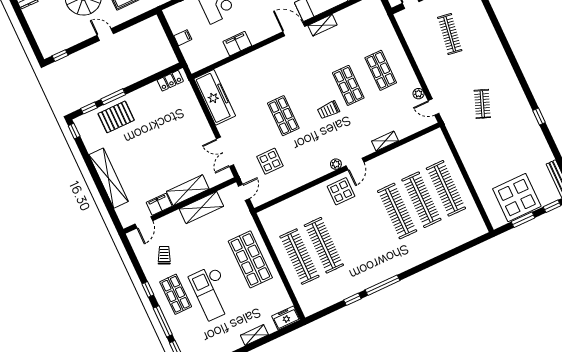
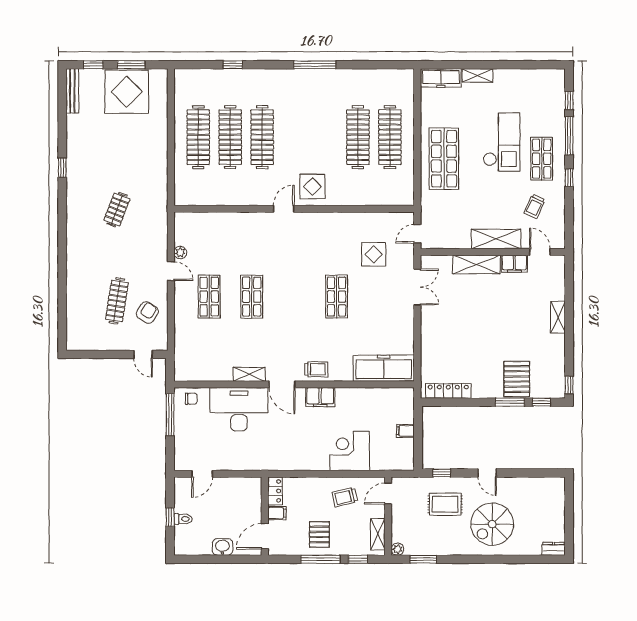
armchair: (422, 36) -> (147, 313), added
filing cabinet: (237, 44) -> (320, 397), moved
window: (60, 56) -> (442, 473), moved
locker: (170, 81) -> (448, 391), width x1.53
freezer: (215, 97) -> (384, 368), moved, turned 90
door: (434, 107) -> (171, 271), moved
trolley: (328, 110) -> (316, 369), moved
pallet: (116, 117) -> (517, 379), turned 90
shelving: (385, 141) -> (240, 218), removed
plant: (336, 164) -> (304, 218), removed
shelving: (108, 178) -> (558, 317), width x0.45, depth x0.75
shelving: (201, 208) -> (496, 239), moved
door: (144, 222) -> (540, 252), hinge flipped
window: (352, 299) -> (233, 65), moved
freezer: (286, 318) -> (441, 78), width x1.40

